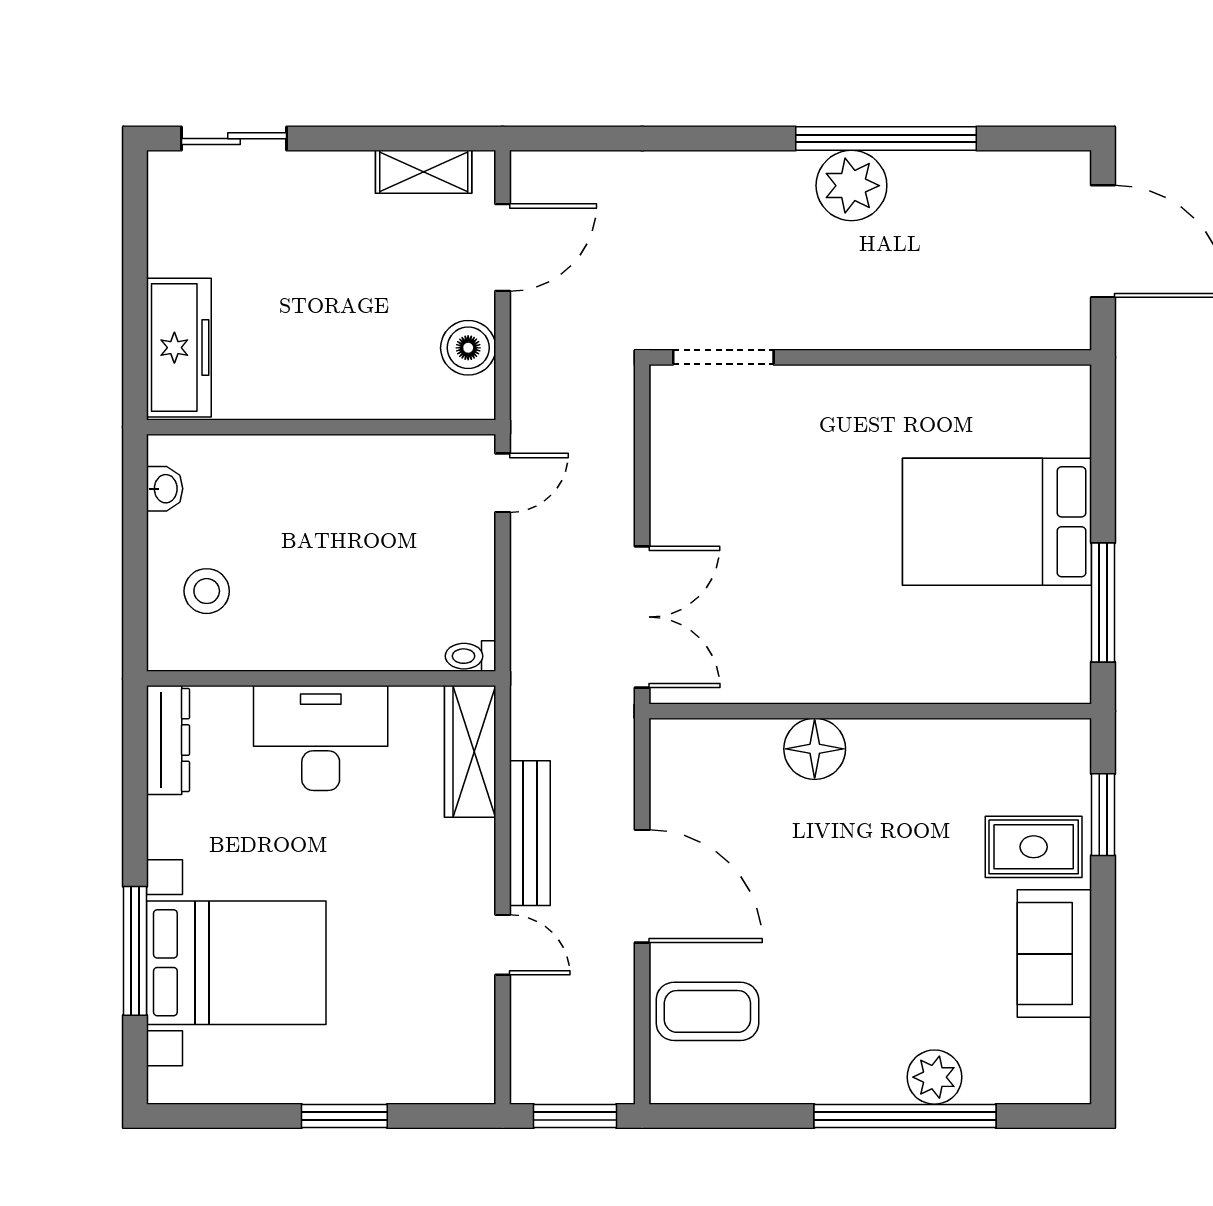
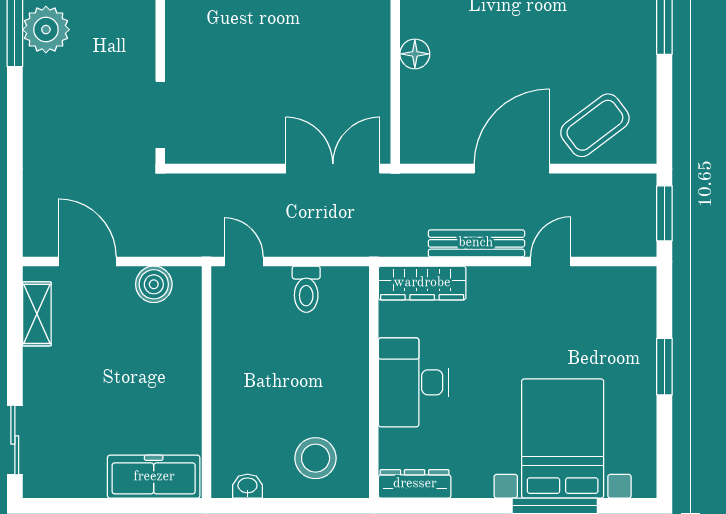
stool: (207, 591) -> (316, 458), width x1.38, depth x1.38
toilet: (471, 656) -> (306, 289), moved, width x1.37, depth x1.39
floor lamp: (815, 749) -> (415, 54), width x0.73, depth x0.73
coffee table: (707, 1011) -> (595, 125), turned 53

